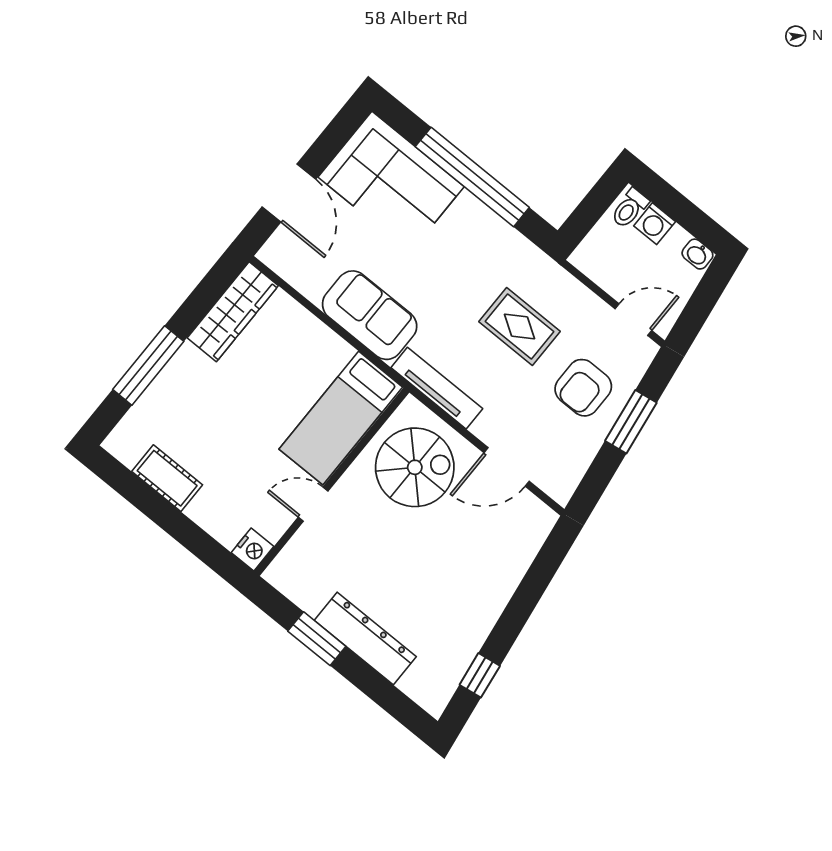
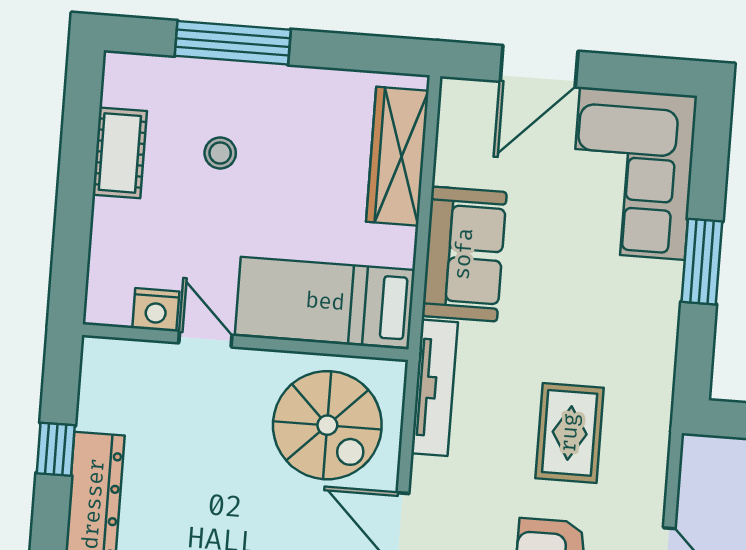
window: (472, 177) -> (702, 262), width x0.47
wardrobe: (233, 312) -> (397, 156), moved, turned 90
stool: (209, 419) -> (220, 153), added
nightstand: (252, 550) -> (156, 310), moved
window: (317, 639) -> (56, 449), width x0.67

